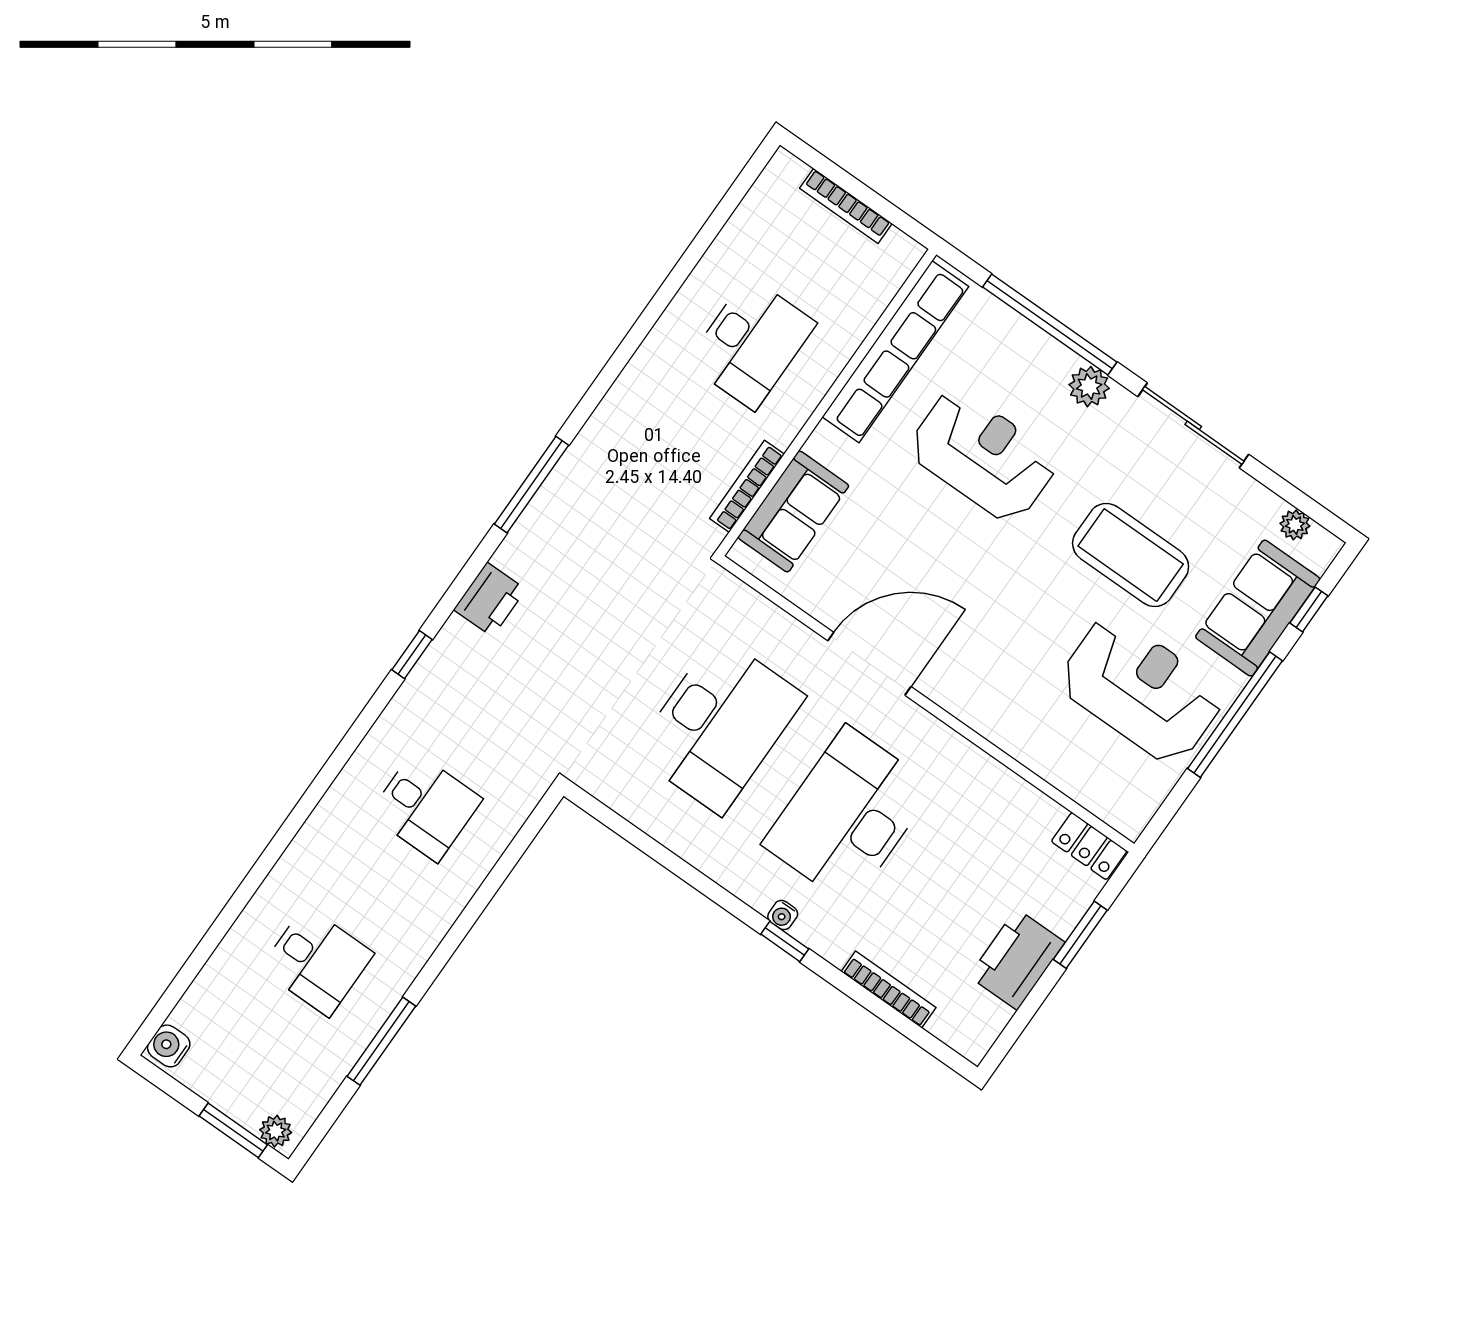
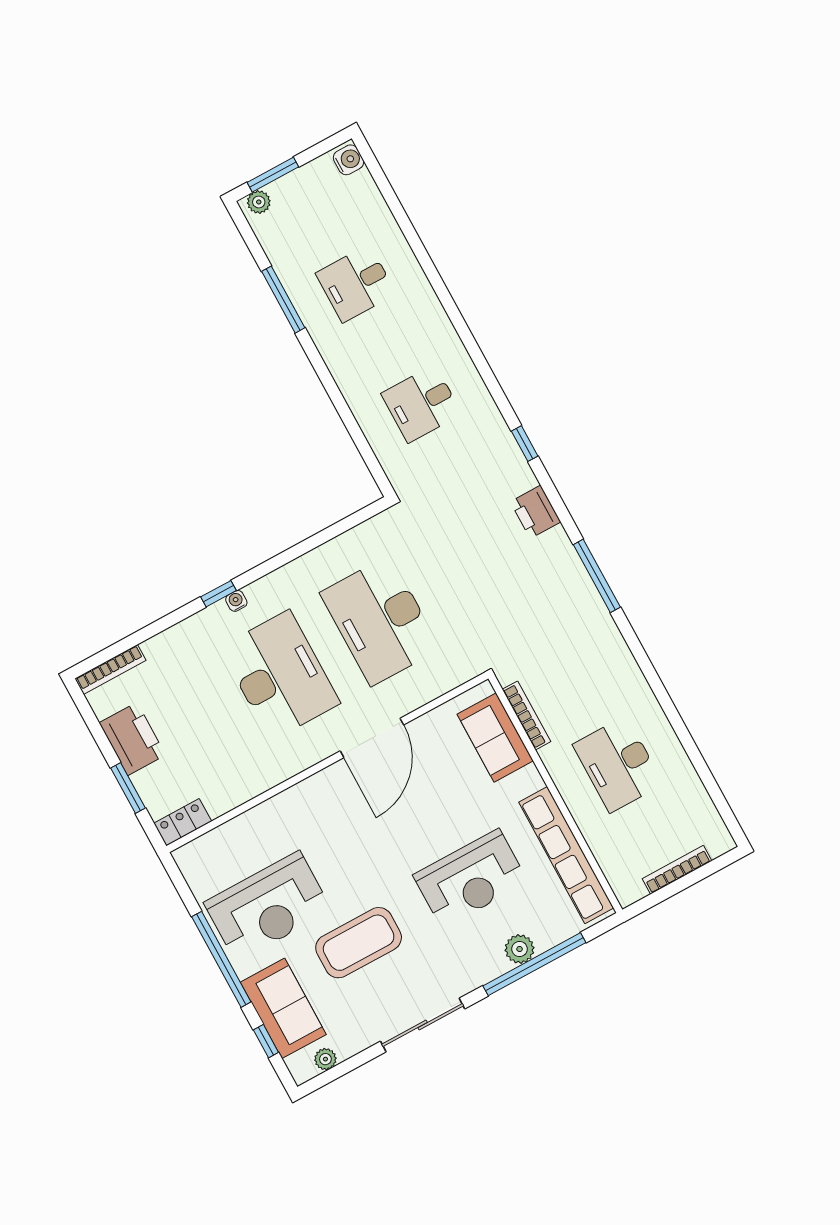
plant: (1089, 387) -> (520, 949), moved
bookcase: (889, 990) -> (110, 669), moved

